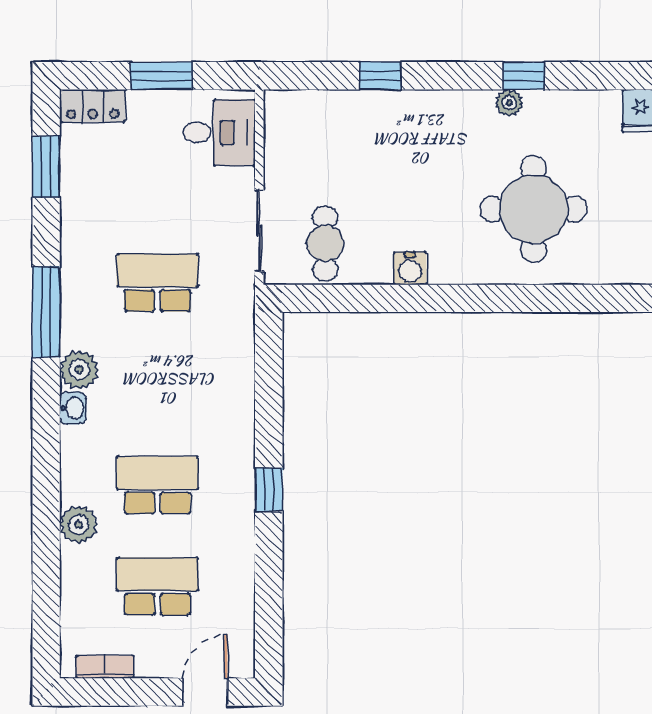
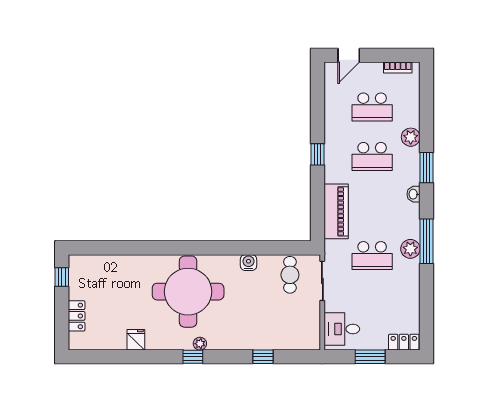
window: (46, 167) -> (427, 168), moved
round table: (533, 209) -> (188, 292), width x1.36, depth x1.36
plant: (79, 370) -> (410, 249), moved
piano: (231, 373) -> (336, 211), added

